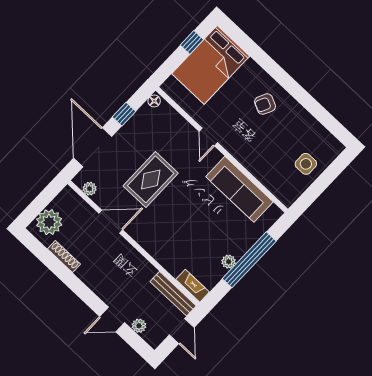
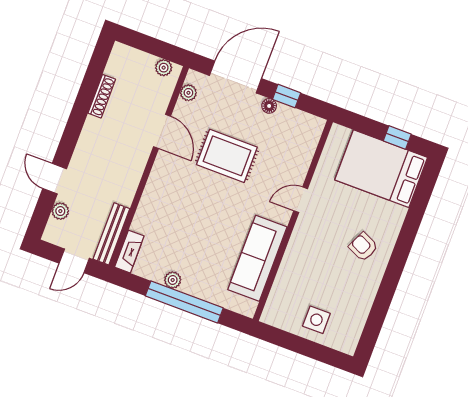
floor lamp: (154, 101) -> (269, 106), moved
plant: (49, 222) -> (164, 68), moved, width x0.53, depth x0.53

